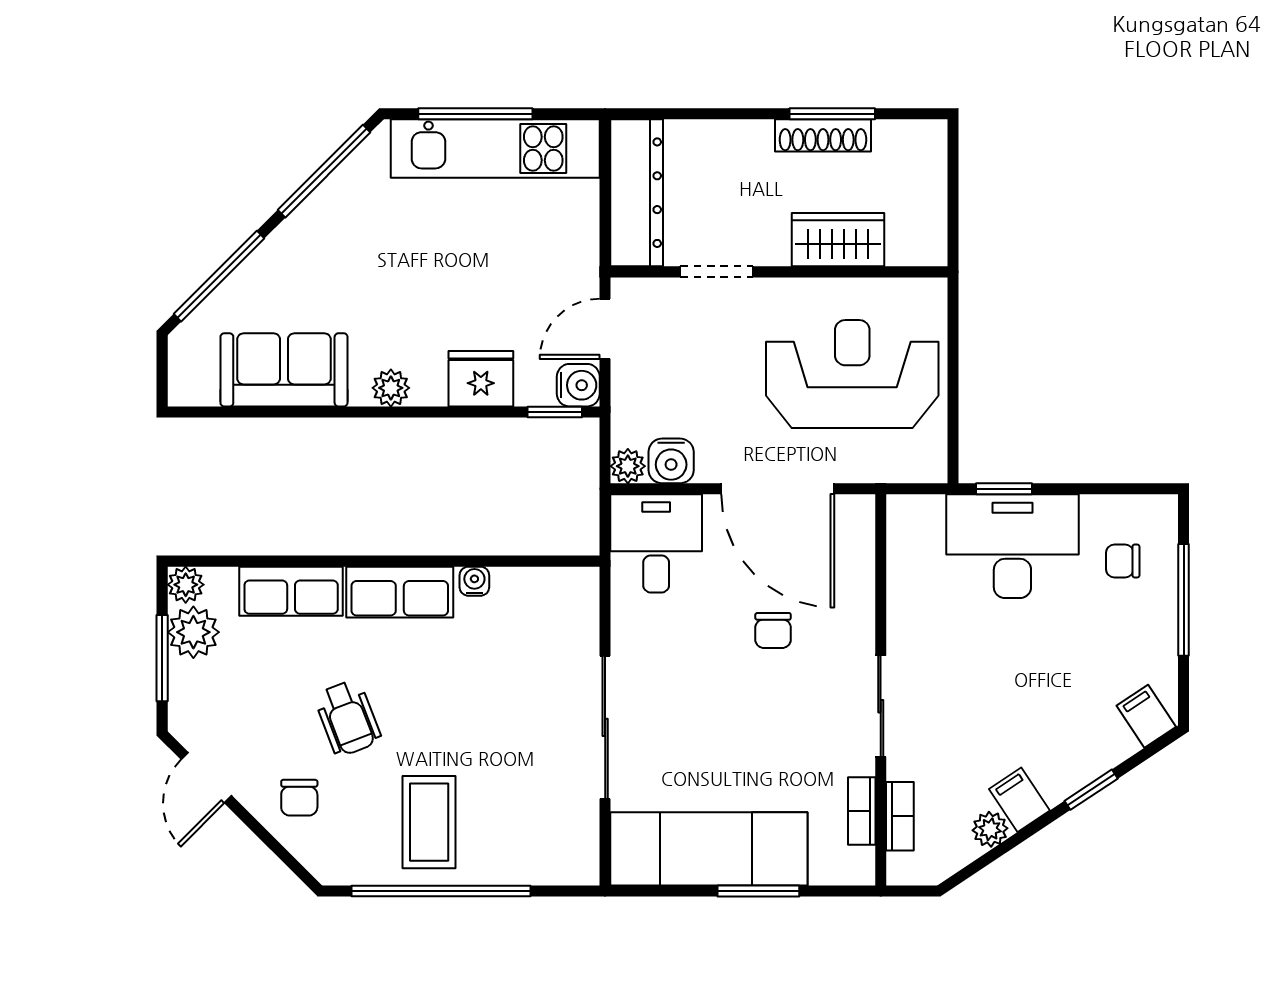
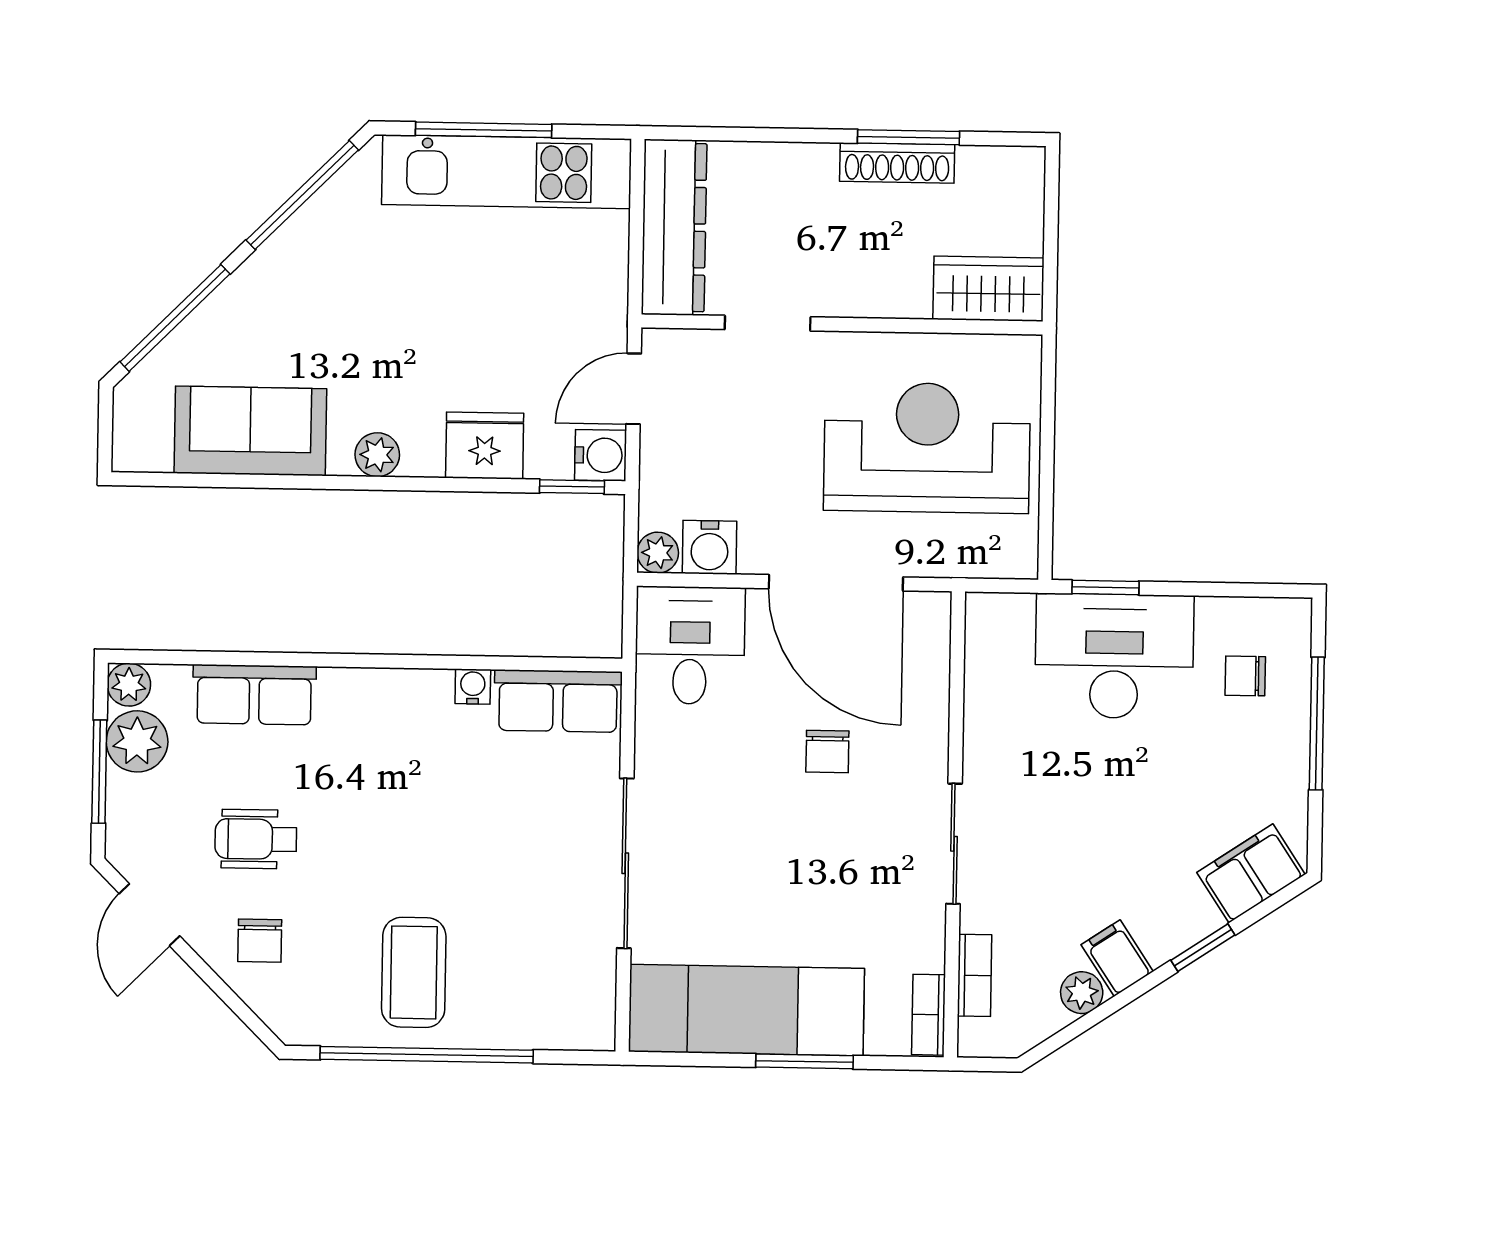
wardrobe: (838, 240) -> (988, 289), moved
row of seats: (400, 592) -> (558, 701), moved
filing cabinet: (1146, 716) -> (1251, 873), width x2.00
wheelchair: (348, 718) -> (256, 839), moved, turned 111
bookcase: (862, 811) -> (928, 1015), moved

